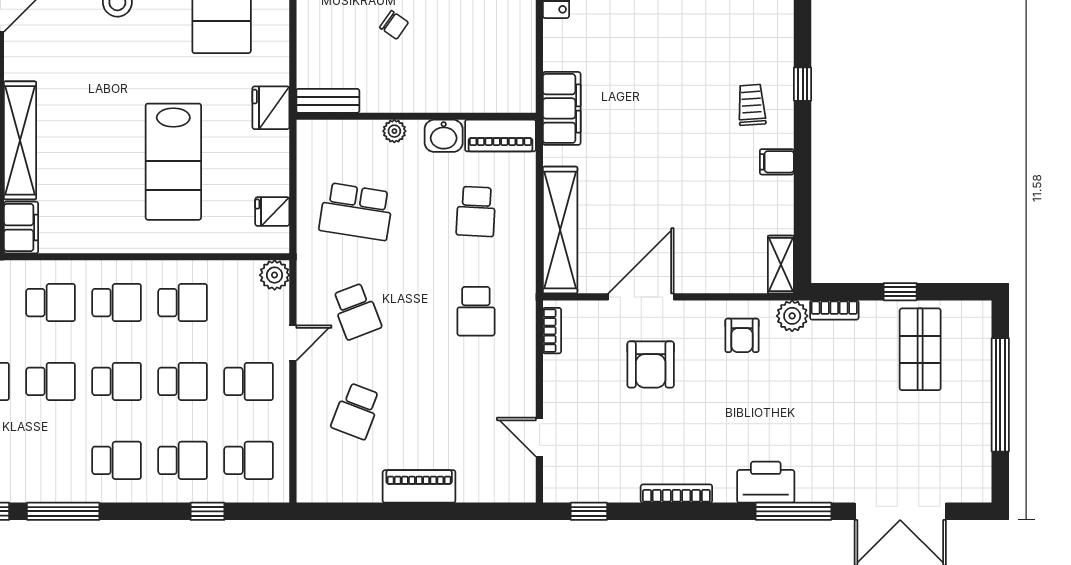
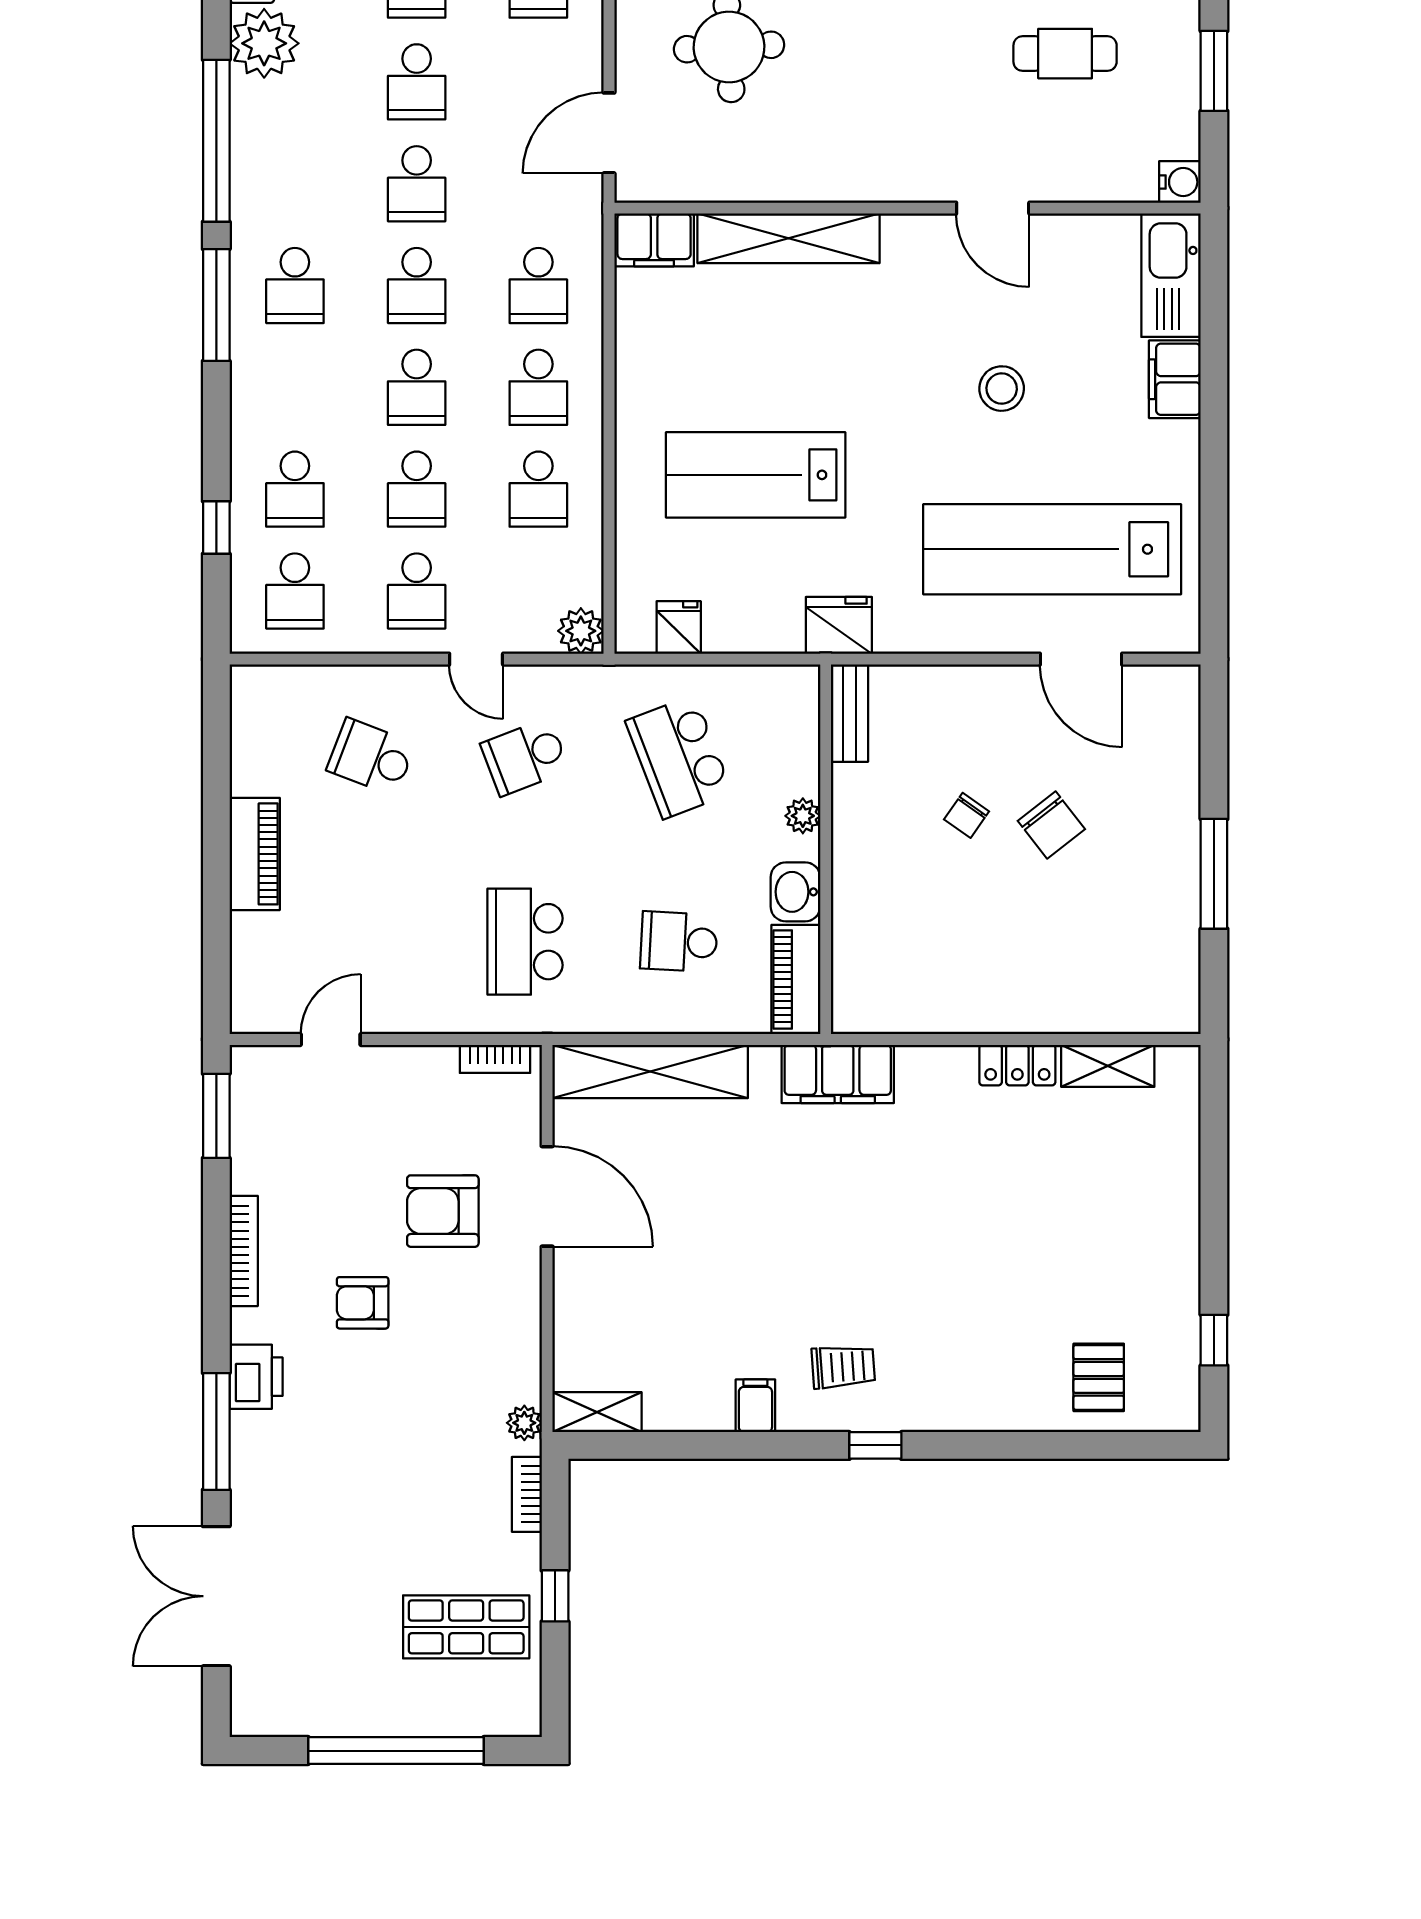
school desk: (356, 211) -> (679, 757), turned -30
school desk: (476, 311) -> (525, 942), width x1.85
plant: (792, 316) -> (524, 1423), width x0.73, depth x0.73
armchair: (742, 335) -> (363, 1303), moved
school desk: (117, 460) -> (295, 286), moved
printer: (766, 482) -> (256, 1377), width x0.73, depth x0.84
window: (589, 511) -> (216, 1116), width x1.50

